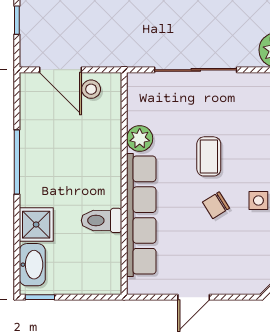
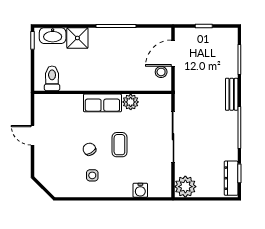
coffee table: (209, 156) -> (119, 145), turned 90
row of seats: (141, 215) -> (102, 103), width x0.50
toilet: (101, 220) -> (52, 78), moved

